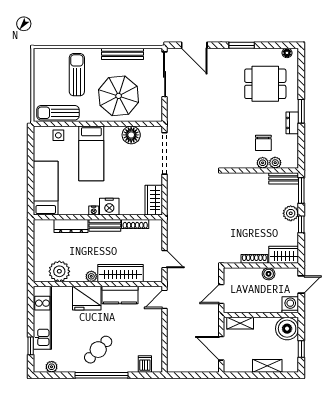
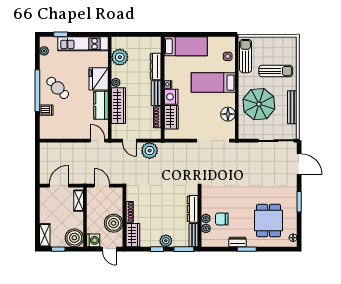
door: (194, 45) -> (299, 164), swing flipped
dresser: (251, 179) -> (193, 209), added
wardrobe: (154, 200) -> (171, 117), moved, turned 90
plant: (177, 234) -> (150, 151), added
door: (165, 259) -> (129, 141), hinge flipped
boiler: (269, 274) -> (114, 223), width x1.86, depth x1.86
dishwasher: (145, 364) -> (46, 110), moved
shelving: (267, 366) -> (45, 235), moved

